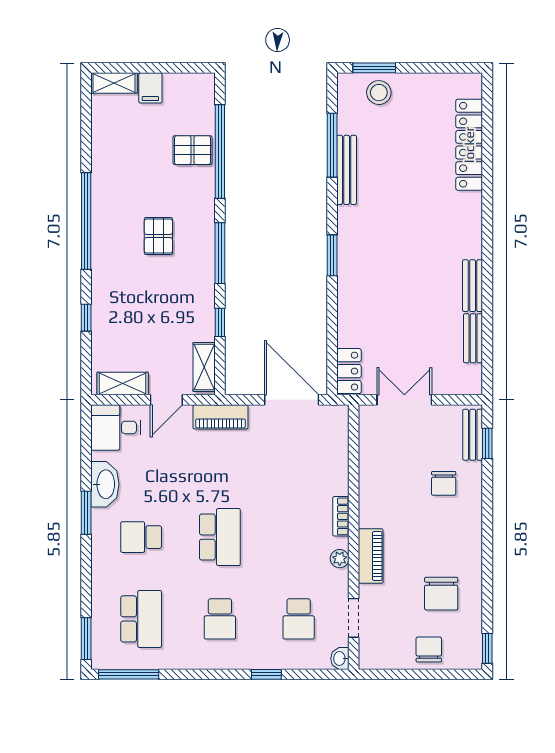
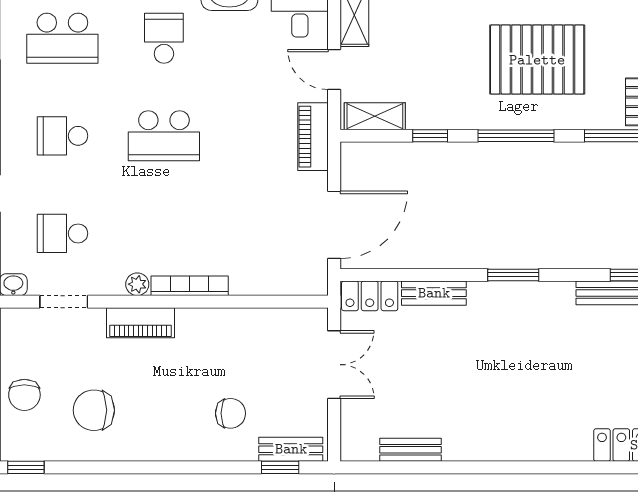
pallet: (158, 236) -> (537, 60), width x2.05, depth x2.00
bench: (473, 286) -> (434, 293), moved
chair: (444, 483) -> (230, 413), turned 180
bookcase: (341, 516) -> (190, 286), width x1.56
chair: (429, 650) -> (24, 395), turned 90

